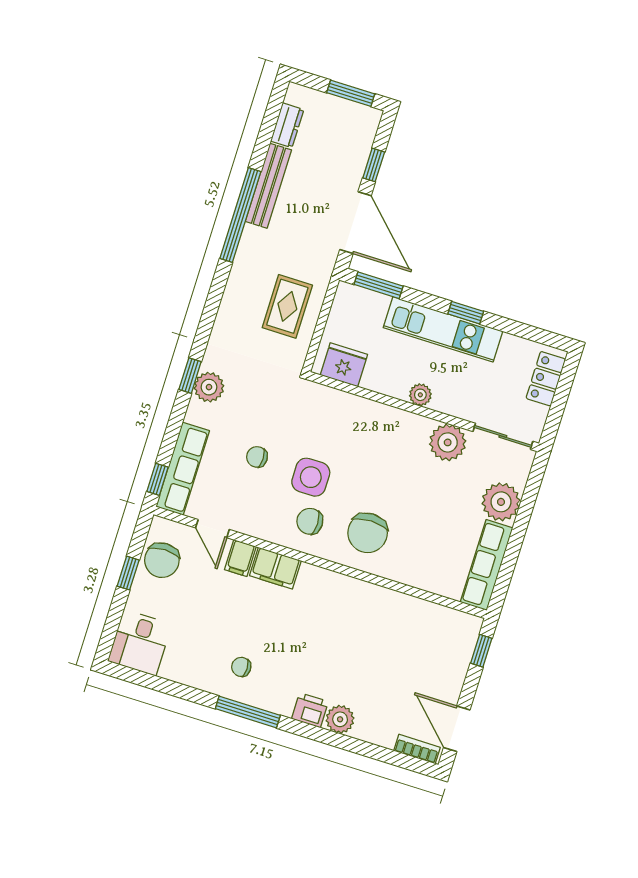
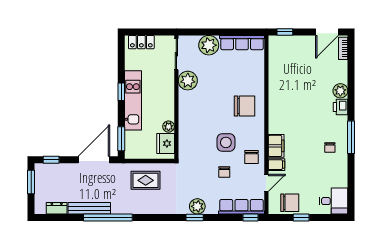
window: (374, 165) -> (51, 160), moved
plant: (420, 395) -> (169, 127), moved
chair: (310, 521) -> (251, 157), moved

